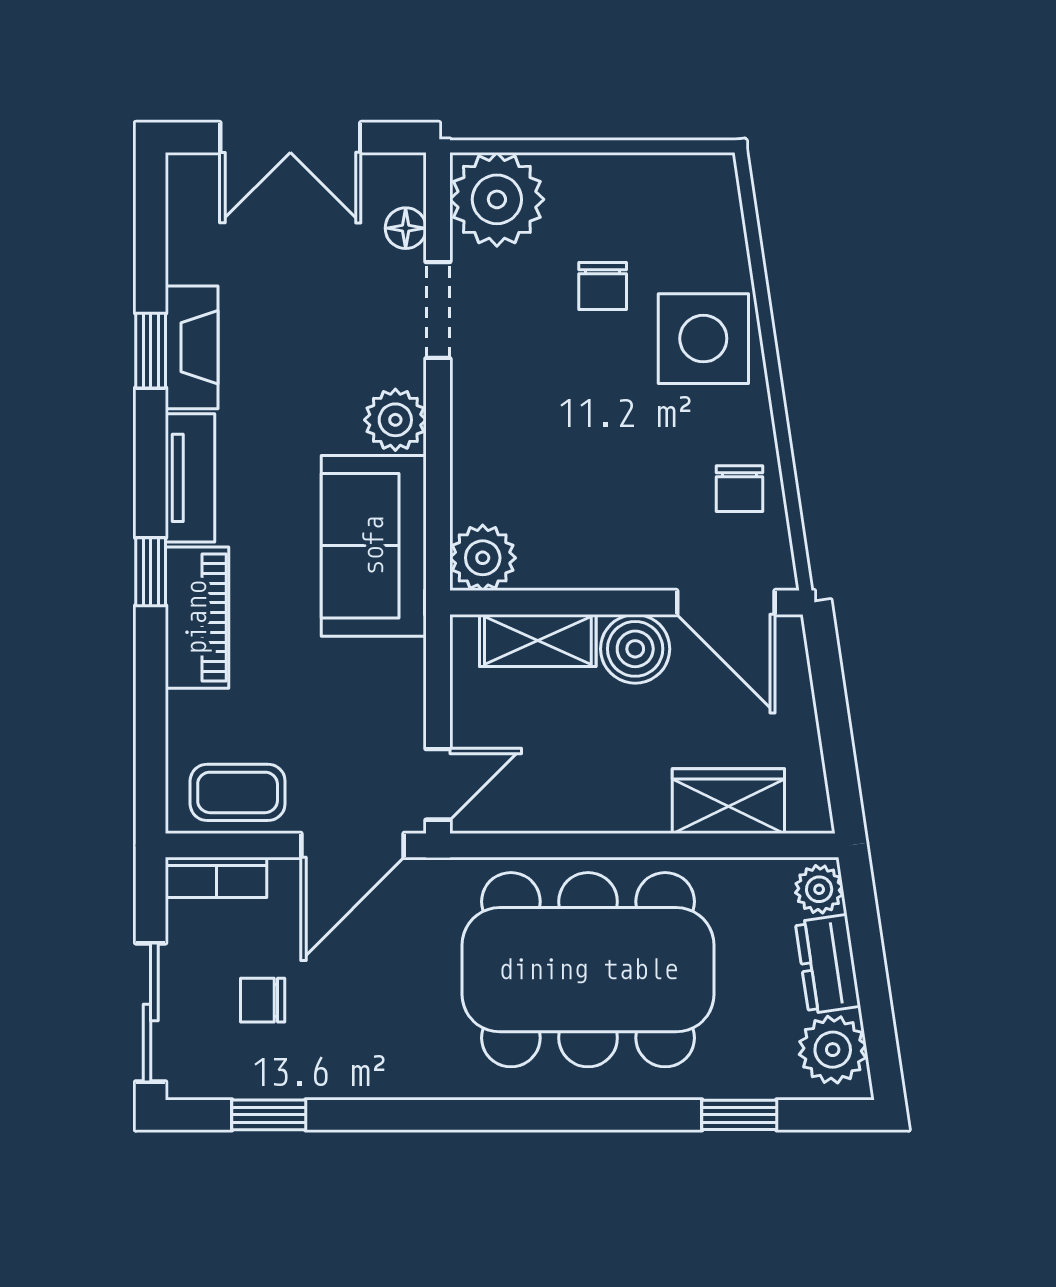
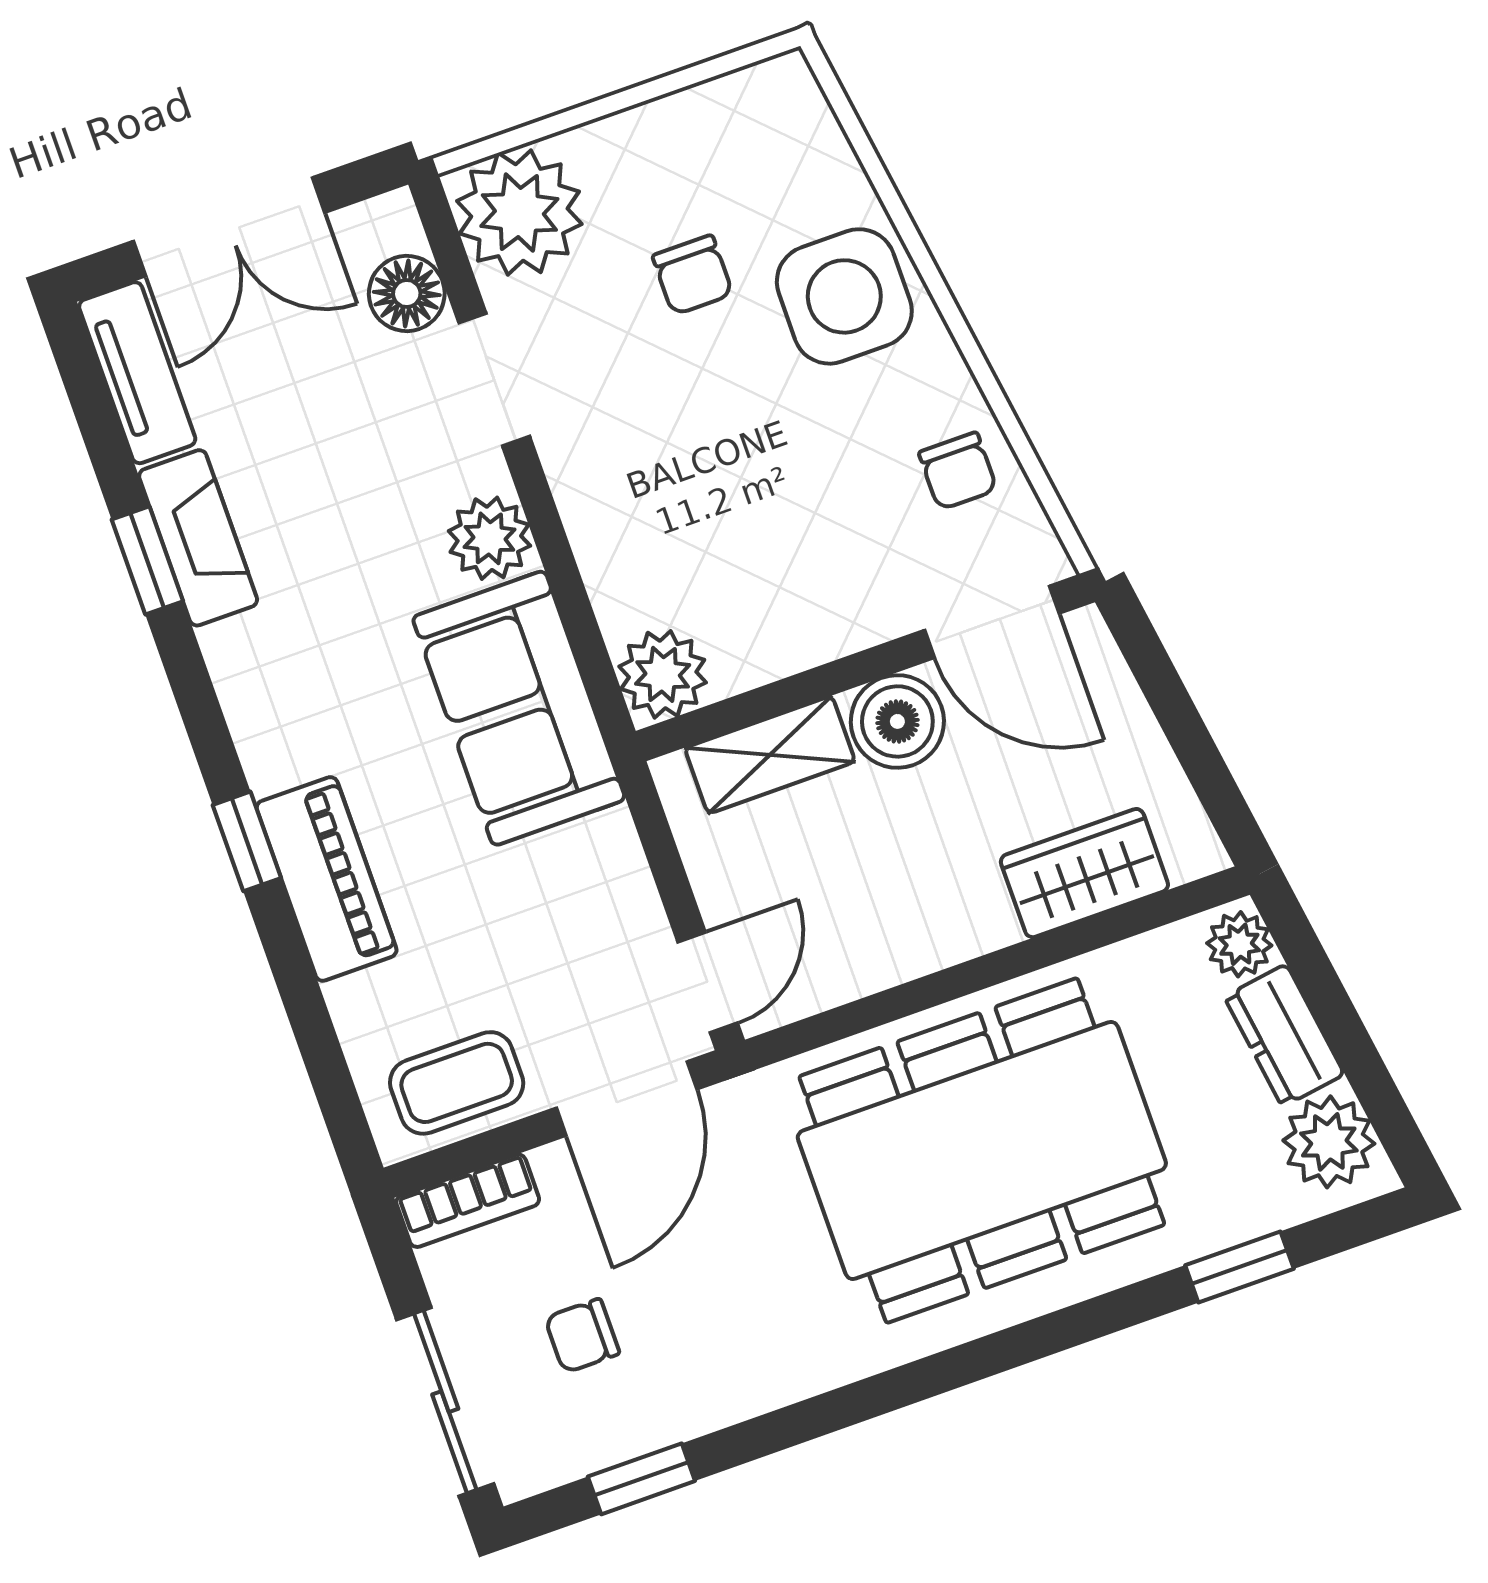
floor lamp: (406, 228) -> (407, 294), width x1.37, depth x1.37
tv unit: (190, 478) -> (137, 373), moved

